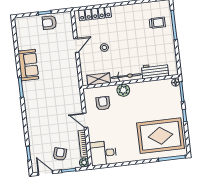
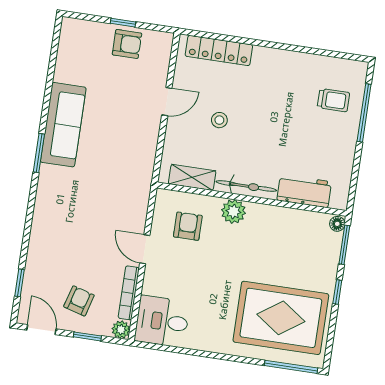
armchair: (49, 23) -> (127, 44), turned 180
sofa: (28, 65) -> (63, 125), width x1.36

